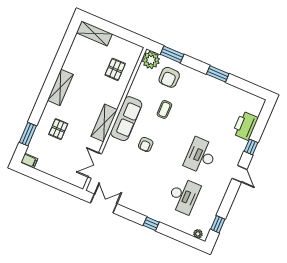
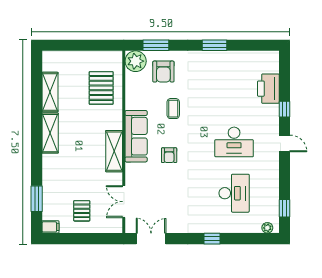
shelving: (94, 33) -> (50, 92), moved, turned 90
pallet: (115, 69) -> (101, 88), width x1.50, depth x1.42
pallet: (58, 129) -> (82, 211), moved
desk: (201, 156) -> (234, 142), turned -90

